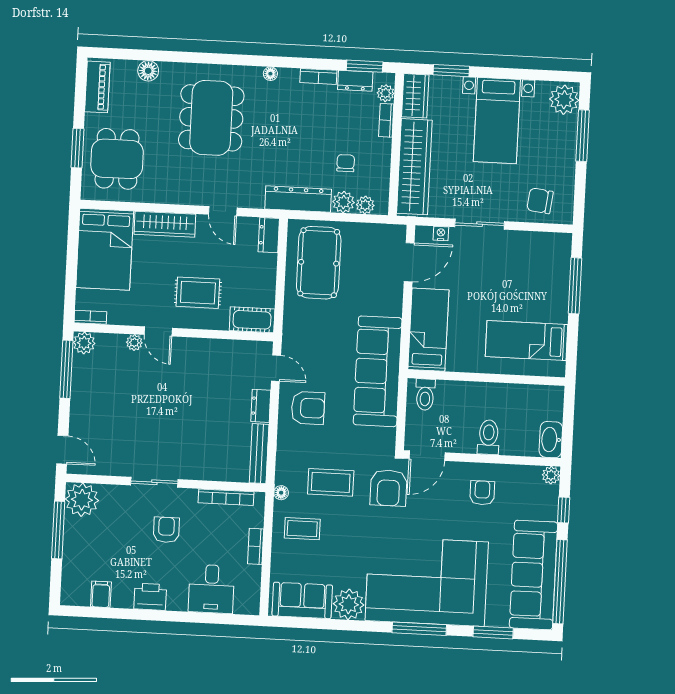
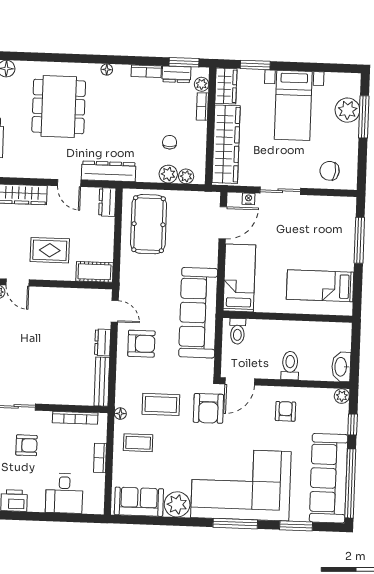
plant: (564, 100) -> (347, 110), moved
dresser: (298, 199) -> (109, 171), moved
armchair: (166, 530) -> (26, 445), turned 90

